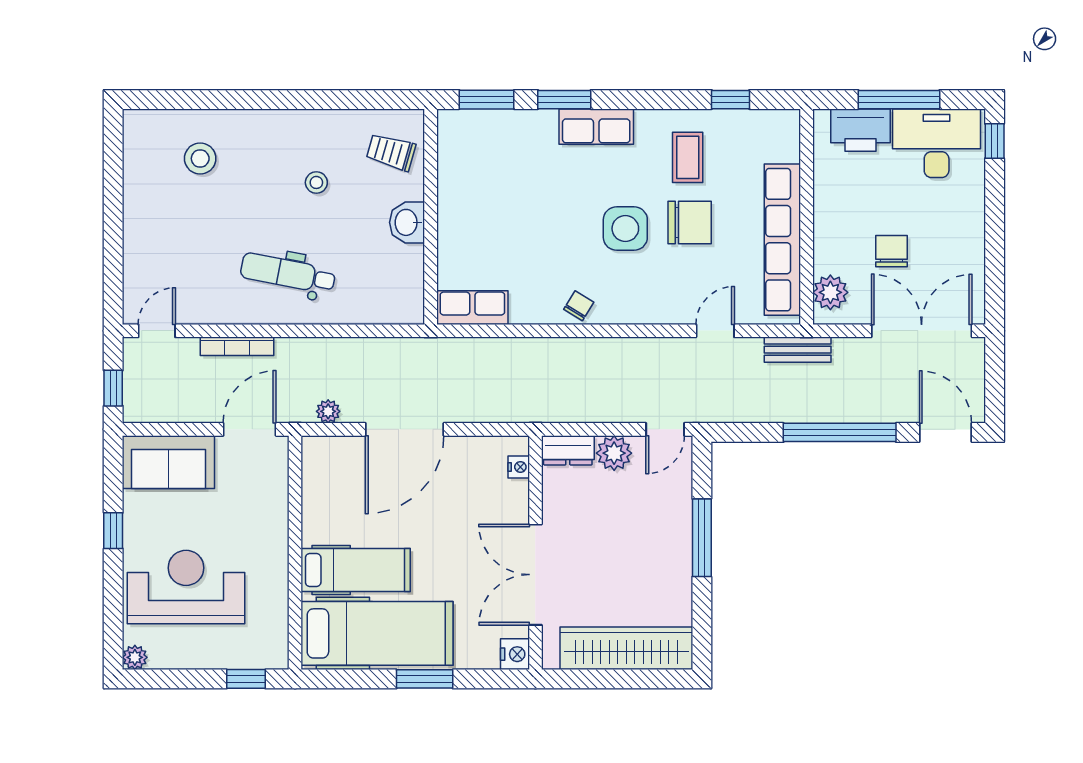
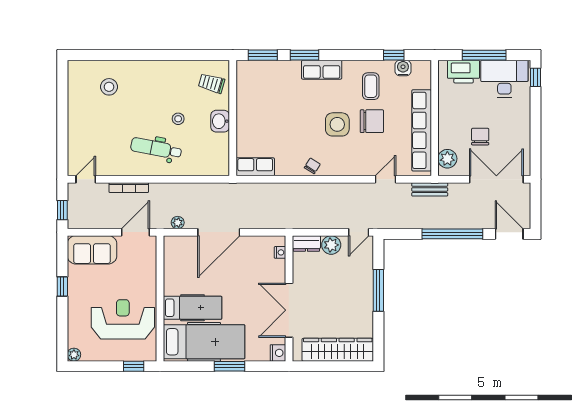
water cooler: (748, 123) -> (403, 68), added
stool: (316, 182) -> (178, 119), moved
reception desk: (186, 587) -> (123, 319), moved

